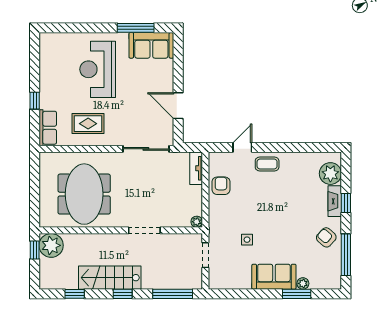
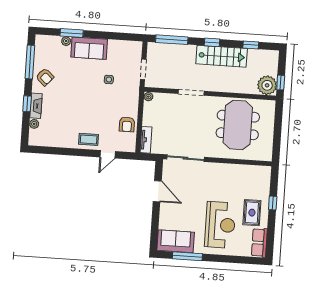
rug: (88, 124) -> (252, 213), moved, turned 90
row of seats: (48, 128) -> (259, 243), moved
plant: (330, 174) -> (34, 124), width x0.53, depth x0.53

